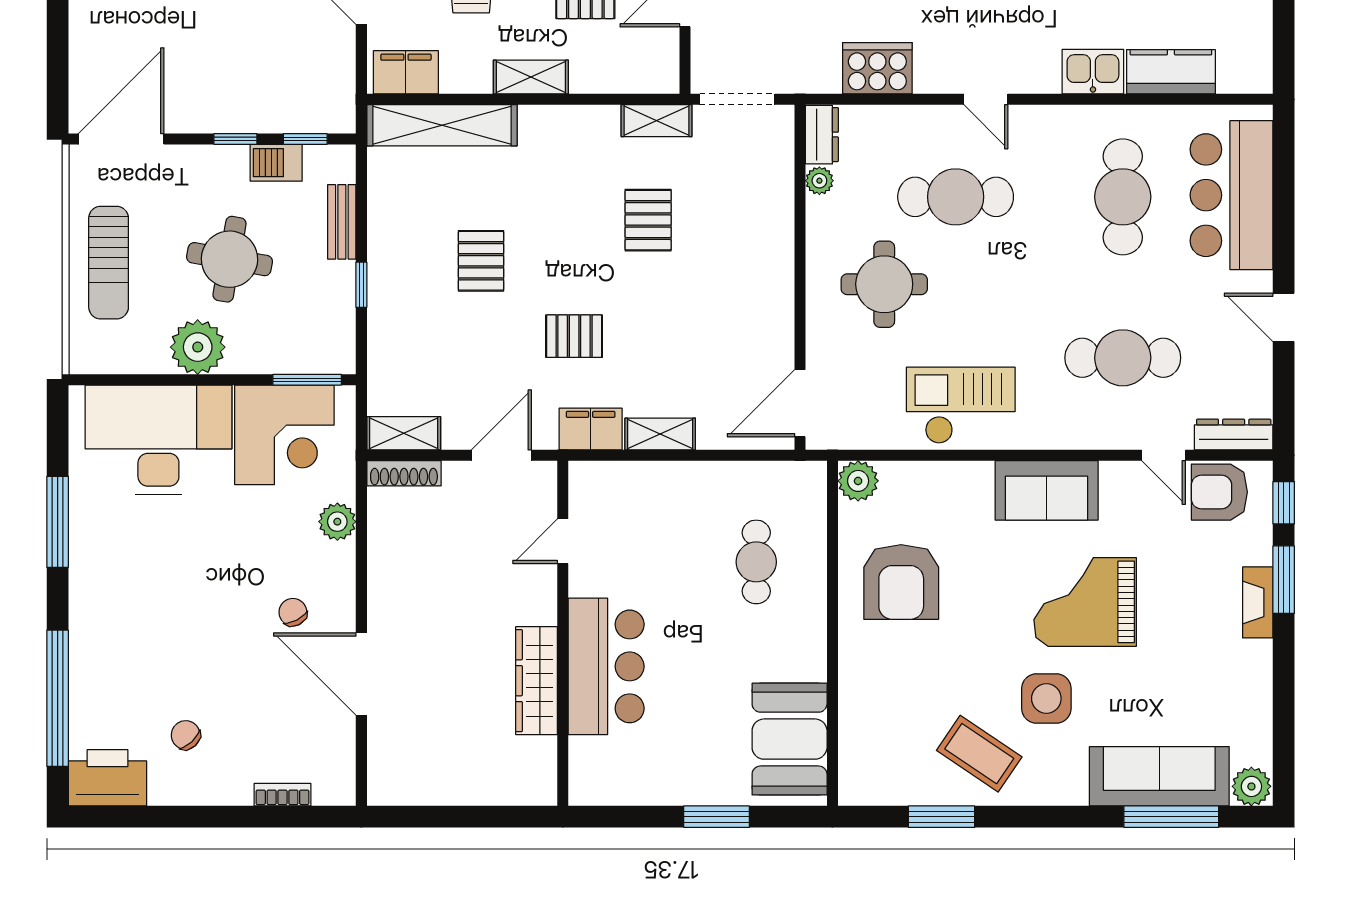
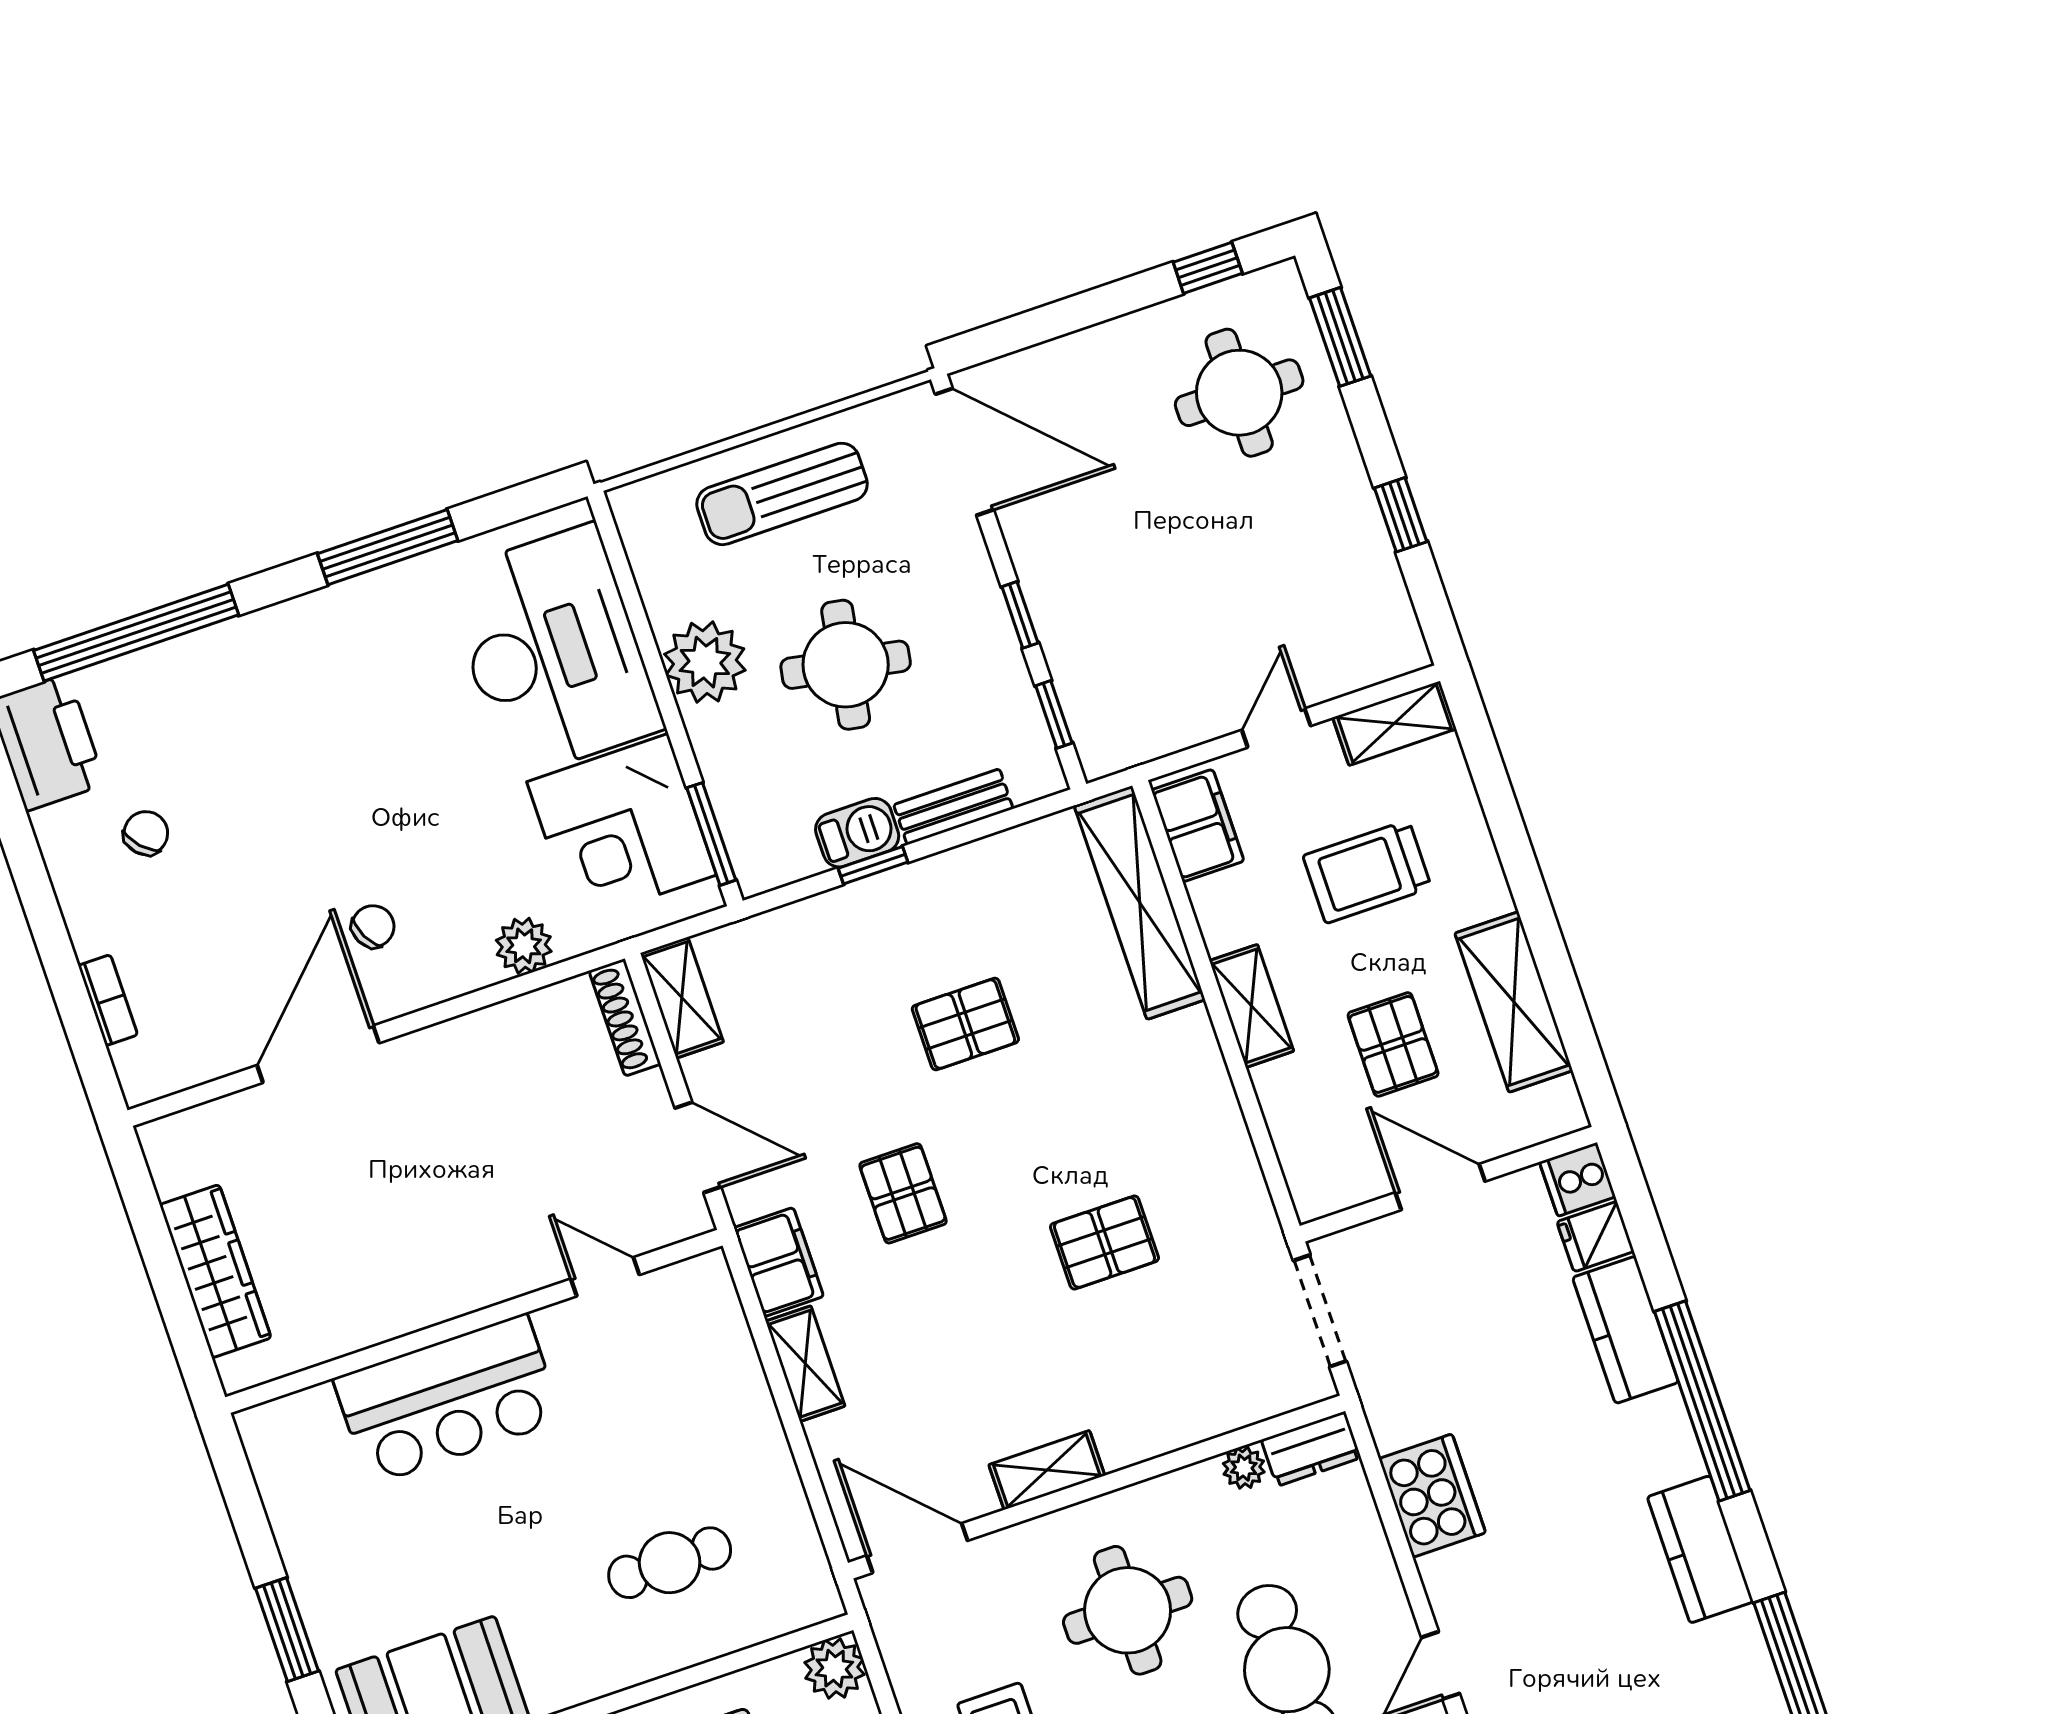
shelving: (656, 121) -> (1047, 1470), moved, turned 90
barbecue: (276, 163) -> (857, 833), moved, turned 90
wardrobe: (536, 681) -> (215, 1271), moved, turned 90

